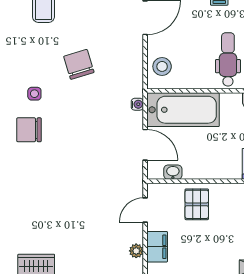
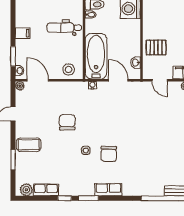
chair: (79, 64) -> (67, 122), turned 107
door: (145, 145) -> (118, 80), hinge flipped

